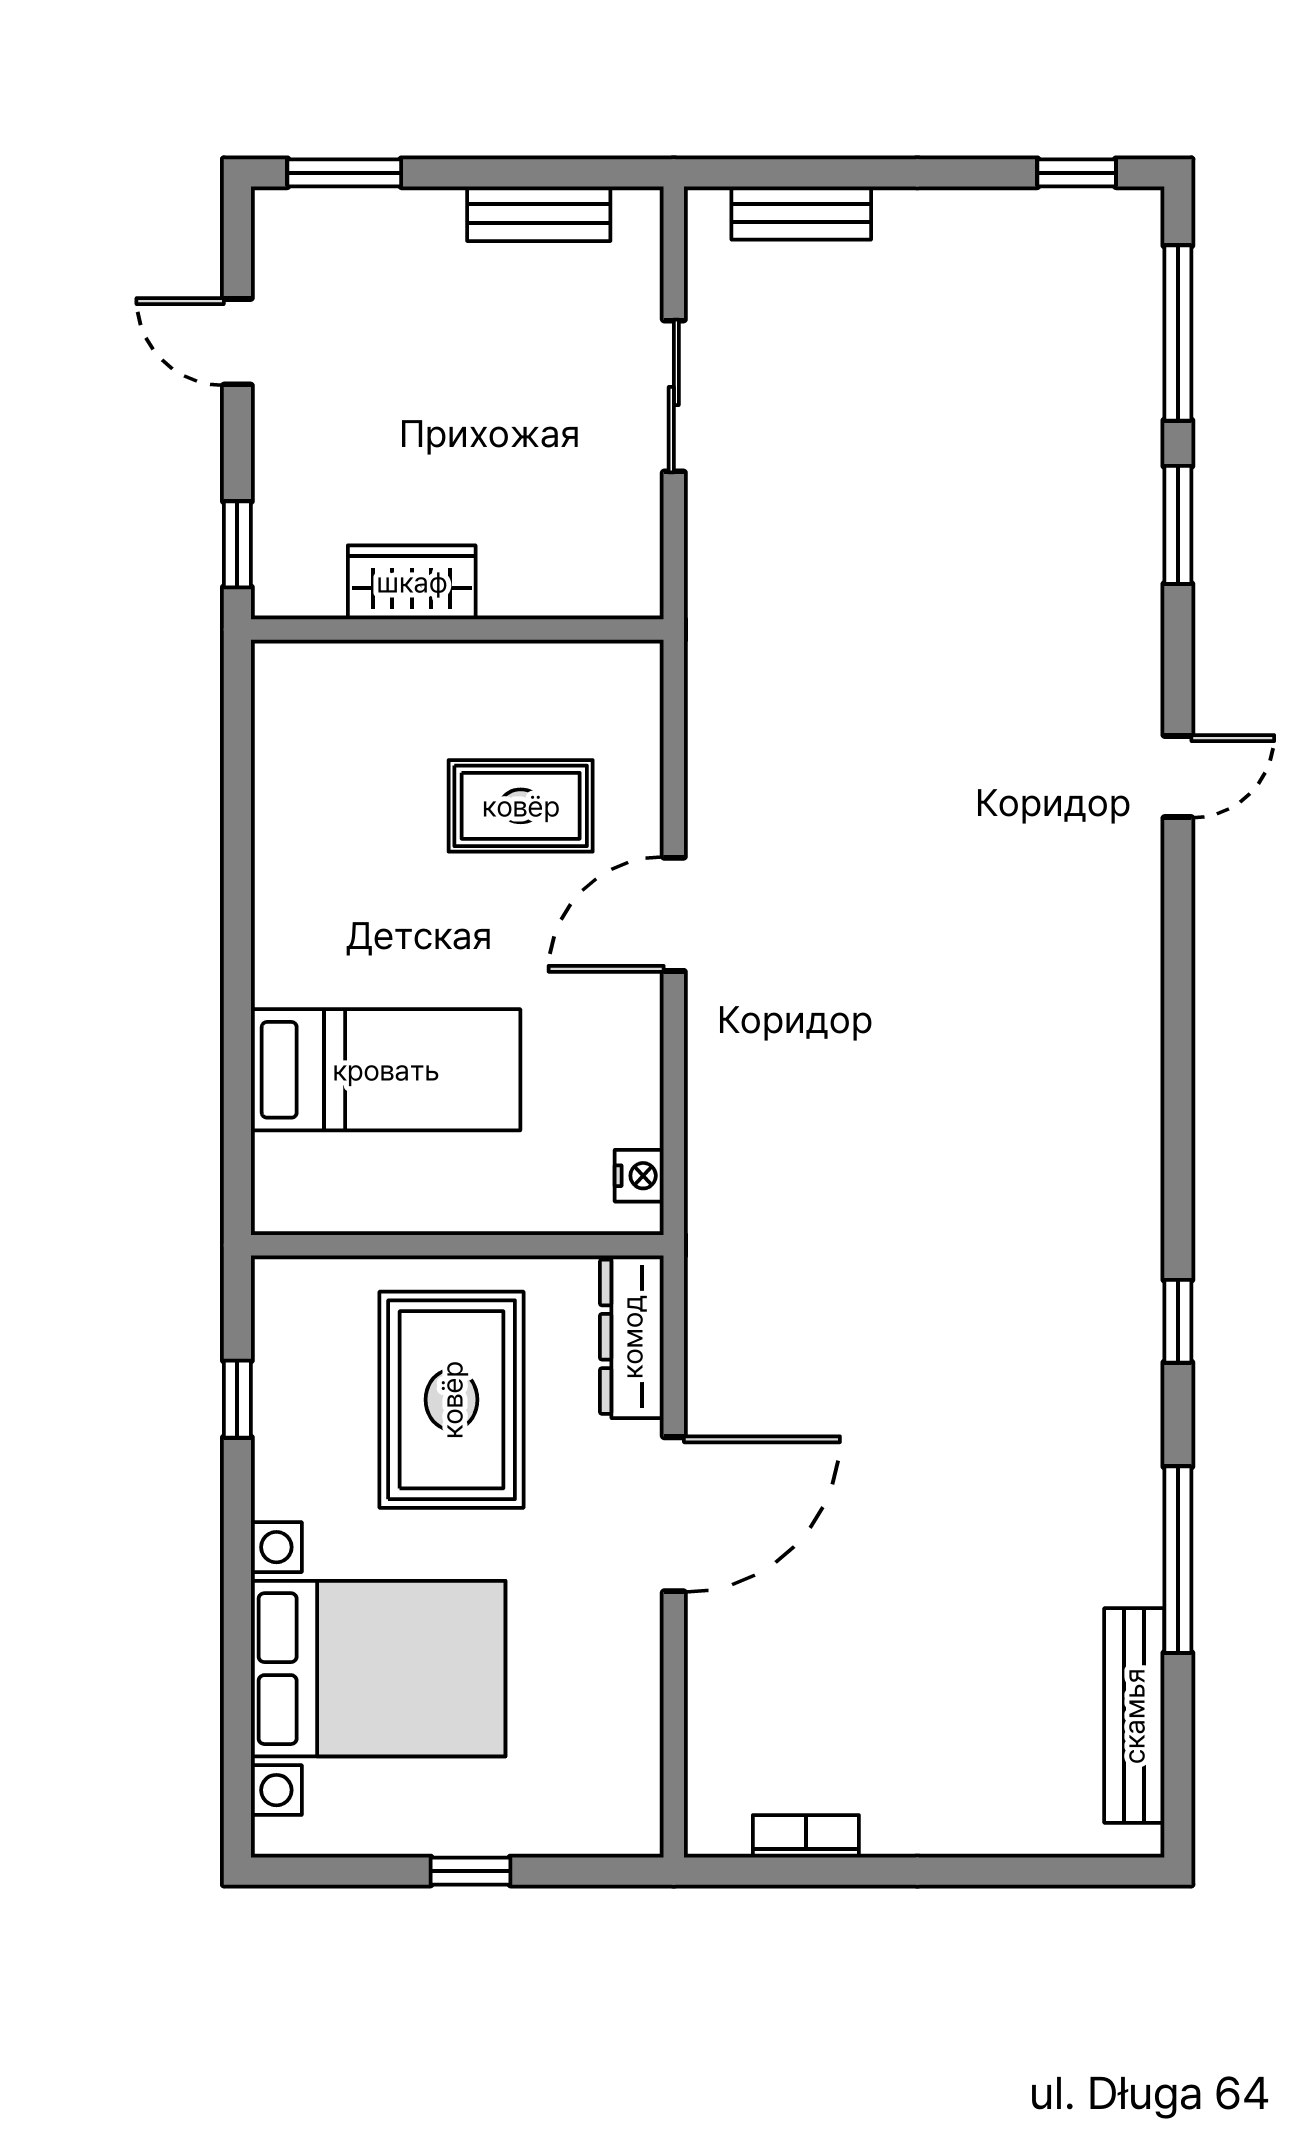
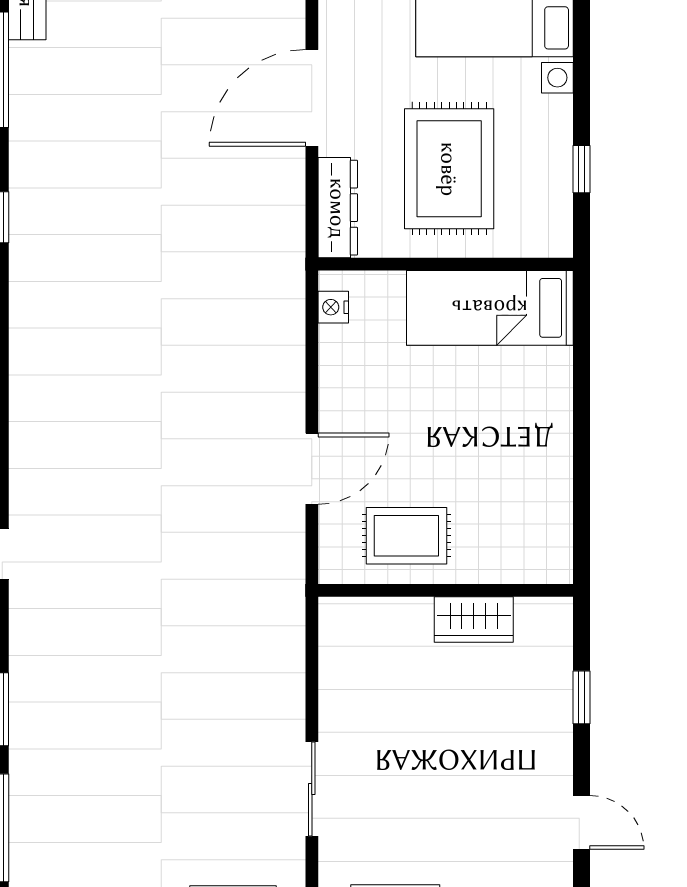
wardrobe: (412, 582) -> (474, 619), moved
wall: (457, 630) -> (446, 590), moved
bed: (386, 1070) -> (490, 308), moved

